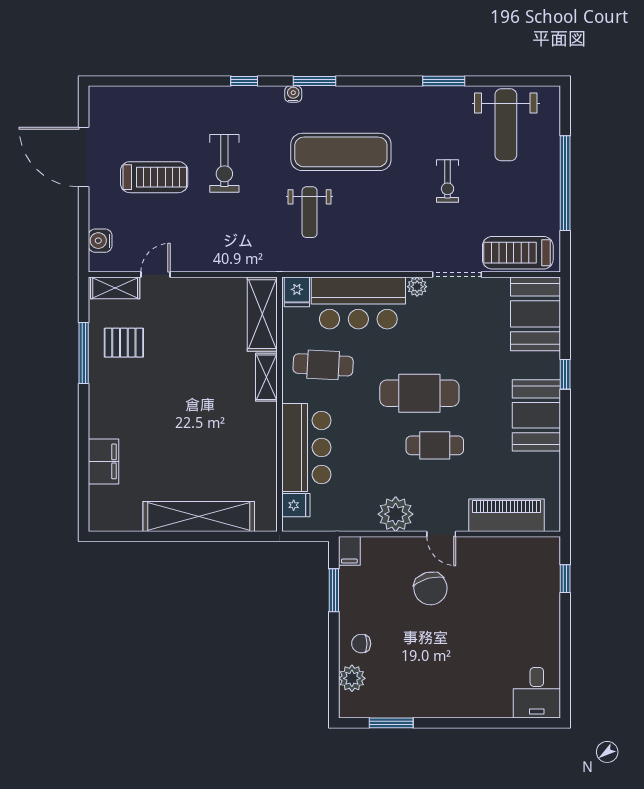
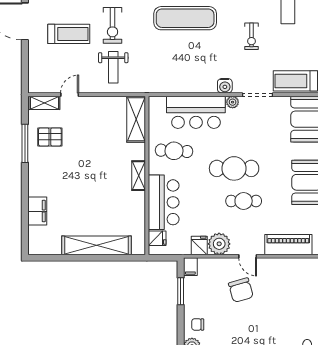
weight bench: (310, 212) -> (113, 67), moved
water cooler: (100, 241) -> (225, 86), moved, turned -90
fridge: (297, 292) -> (199, 245), moved, turned 180
shelving: (266, 377) -> (139, 176), moved

